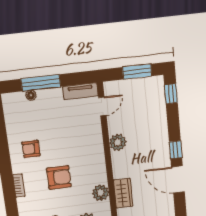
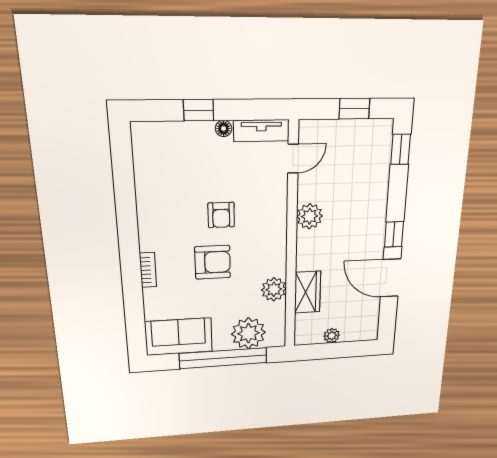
window: (137, 72) -> (354, 109), width x0.67
window: (41, 83) -> (199, 110), width x0.46
floor lamp: (31, 95) -> (224, 128), moved
armchair: (31, 149) -> (221, 215), moved, turned -90

